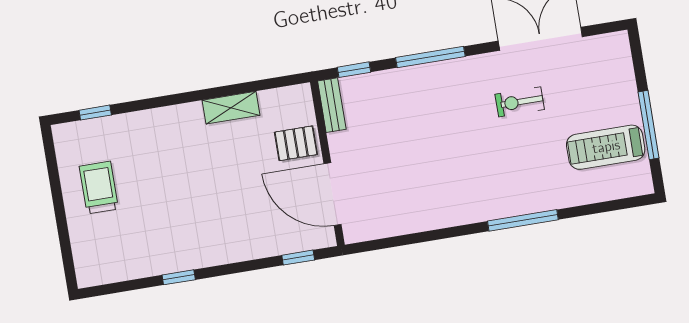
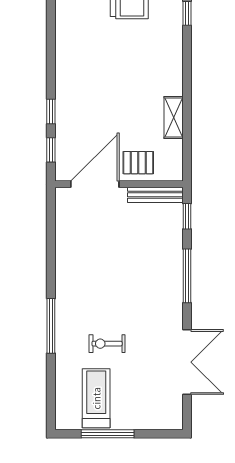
exercise bike: (520, 102) -> (107, 344), moved, turned -90
bench: (332, 105) -> (155, 195), width x1.36
pallet: (296, 143) -> (138, 163), turned 90
window: (179, 277) -> (51, 111), moved

